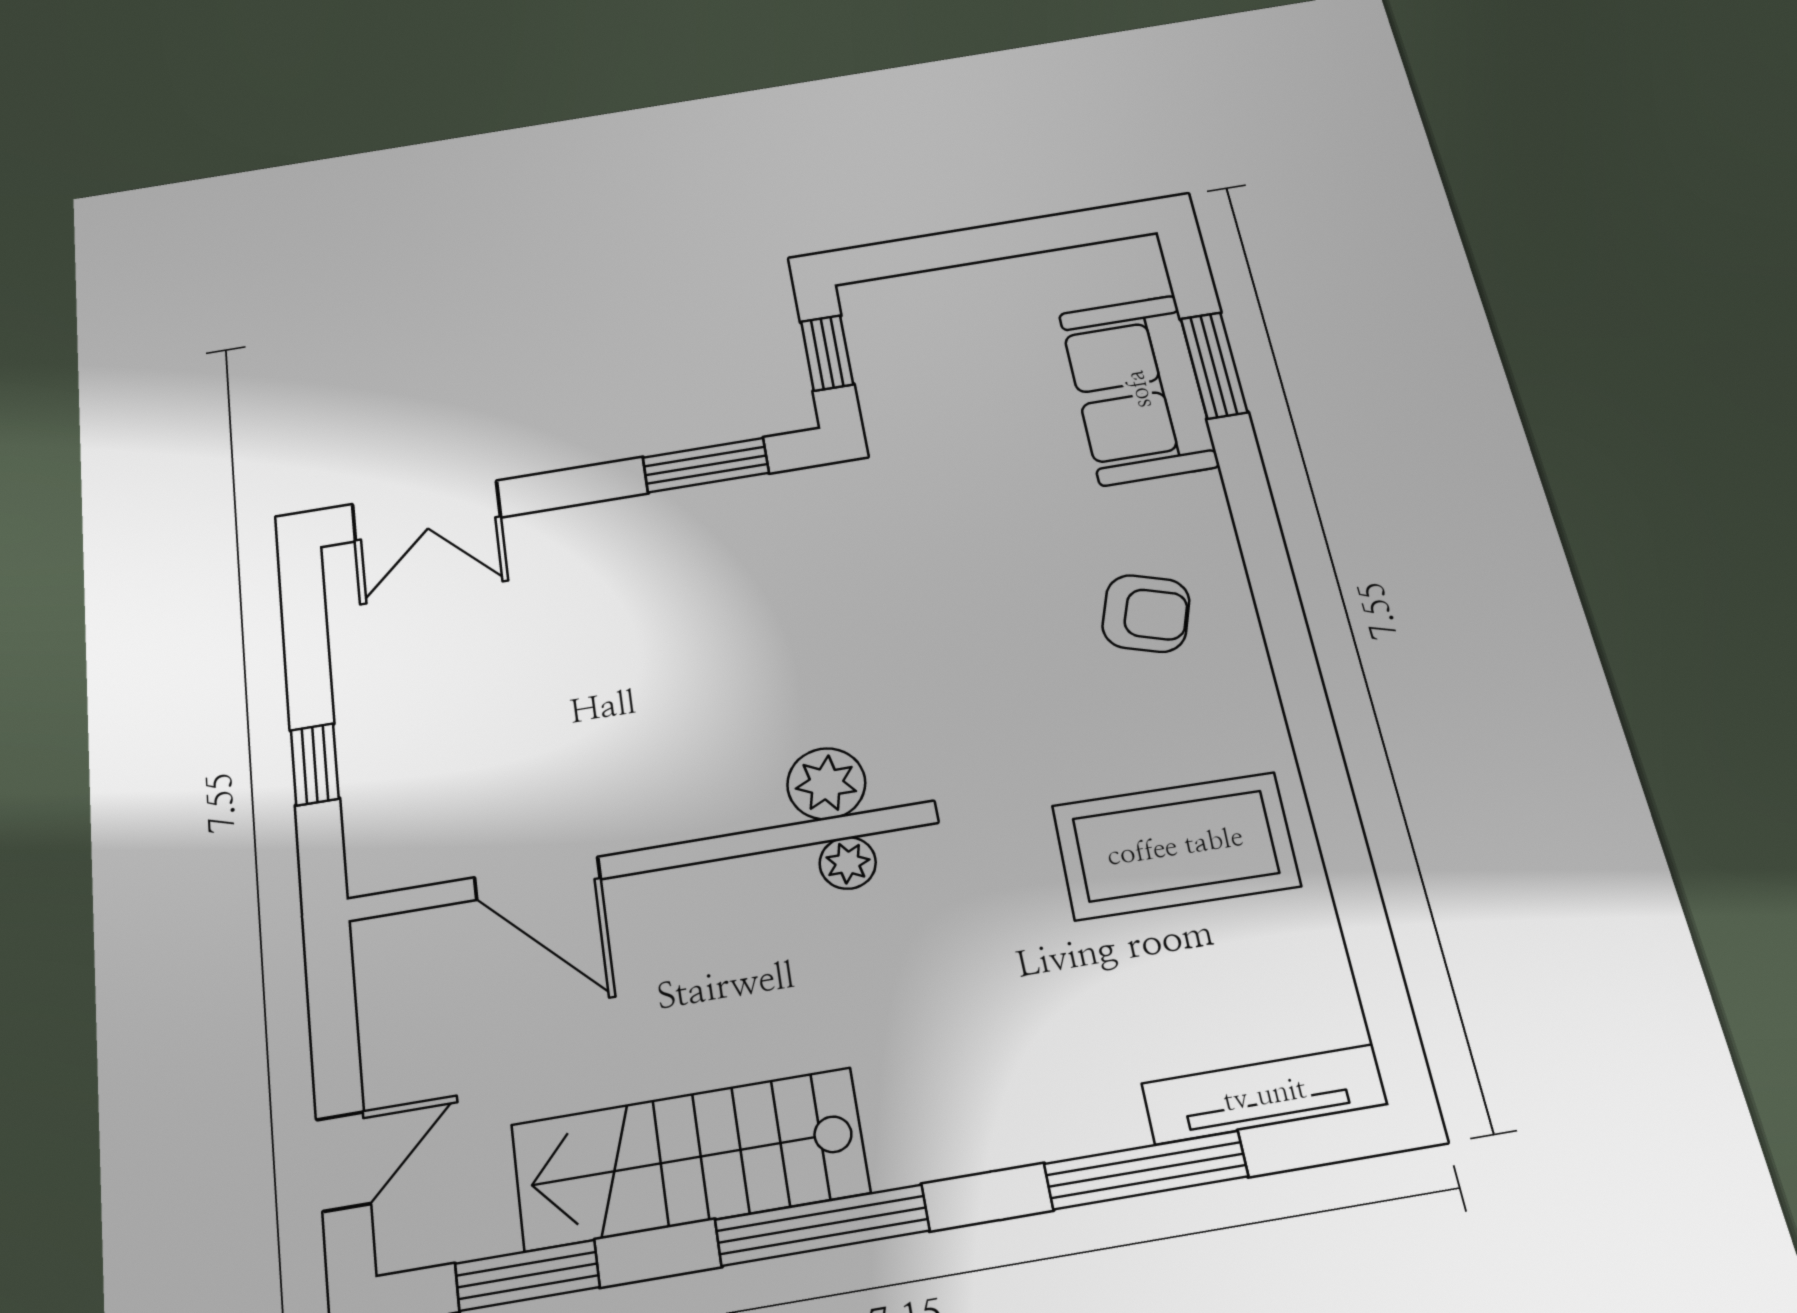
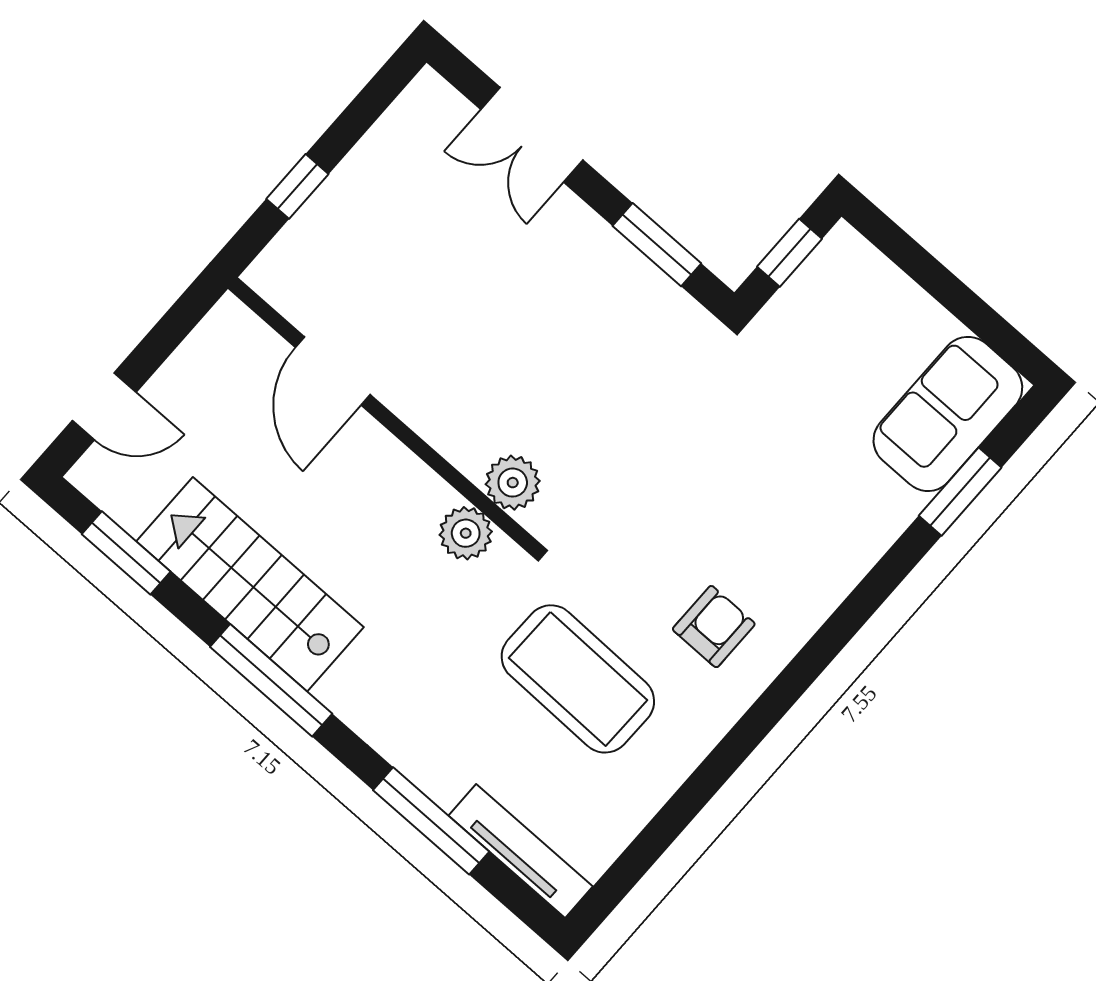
sofa: (1138, 389) -> (948, 414), moved
double door: (426, 511) -> (532, 135), moved
armchair: (1146, 613) -> (714, 627), moved, turned -108
coffee table: (1175, 846) -> (578, 679), moved
plant: (848, 863) -> (466, 533), width x1.38, depth x1.38

